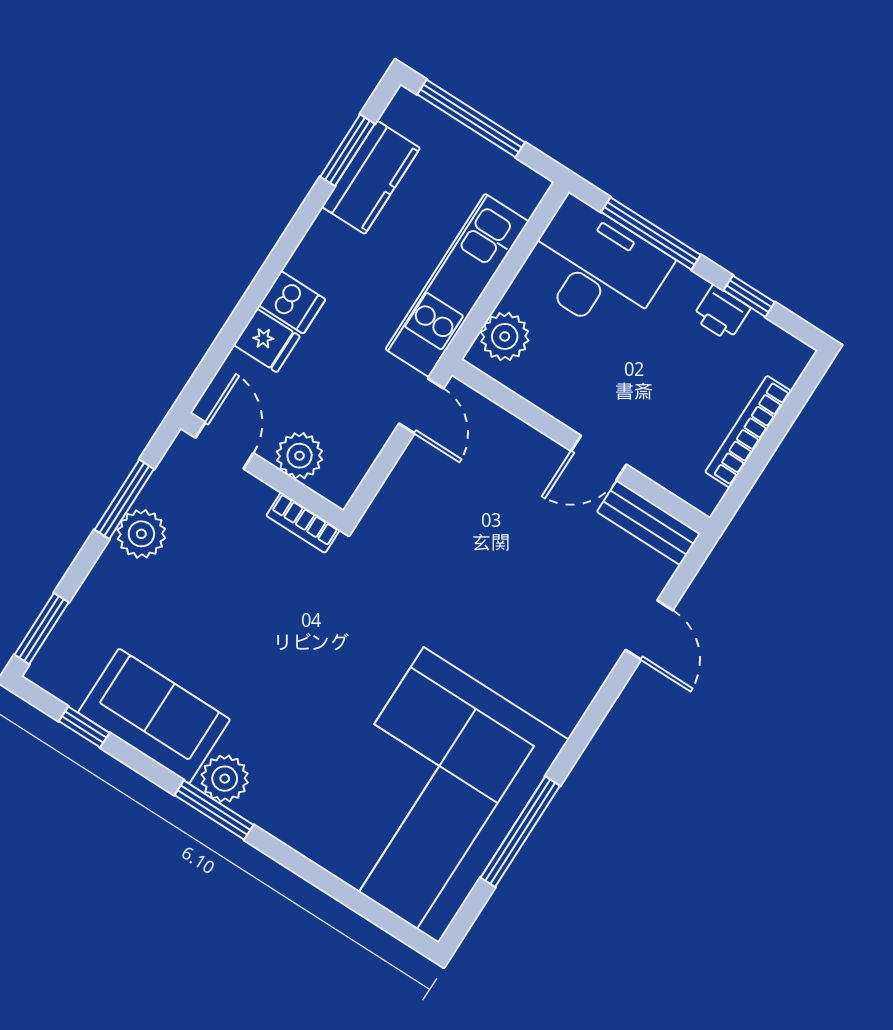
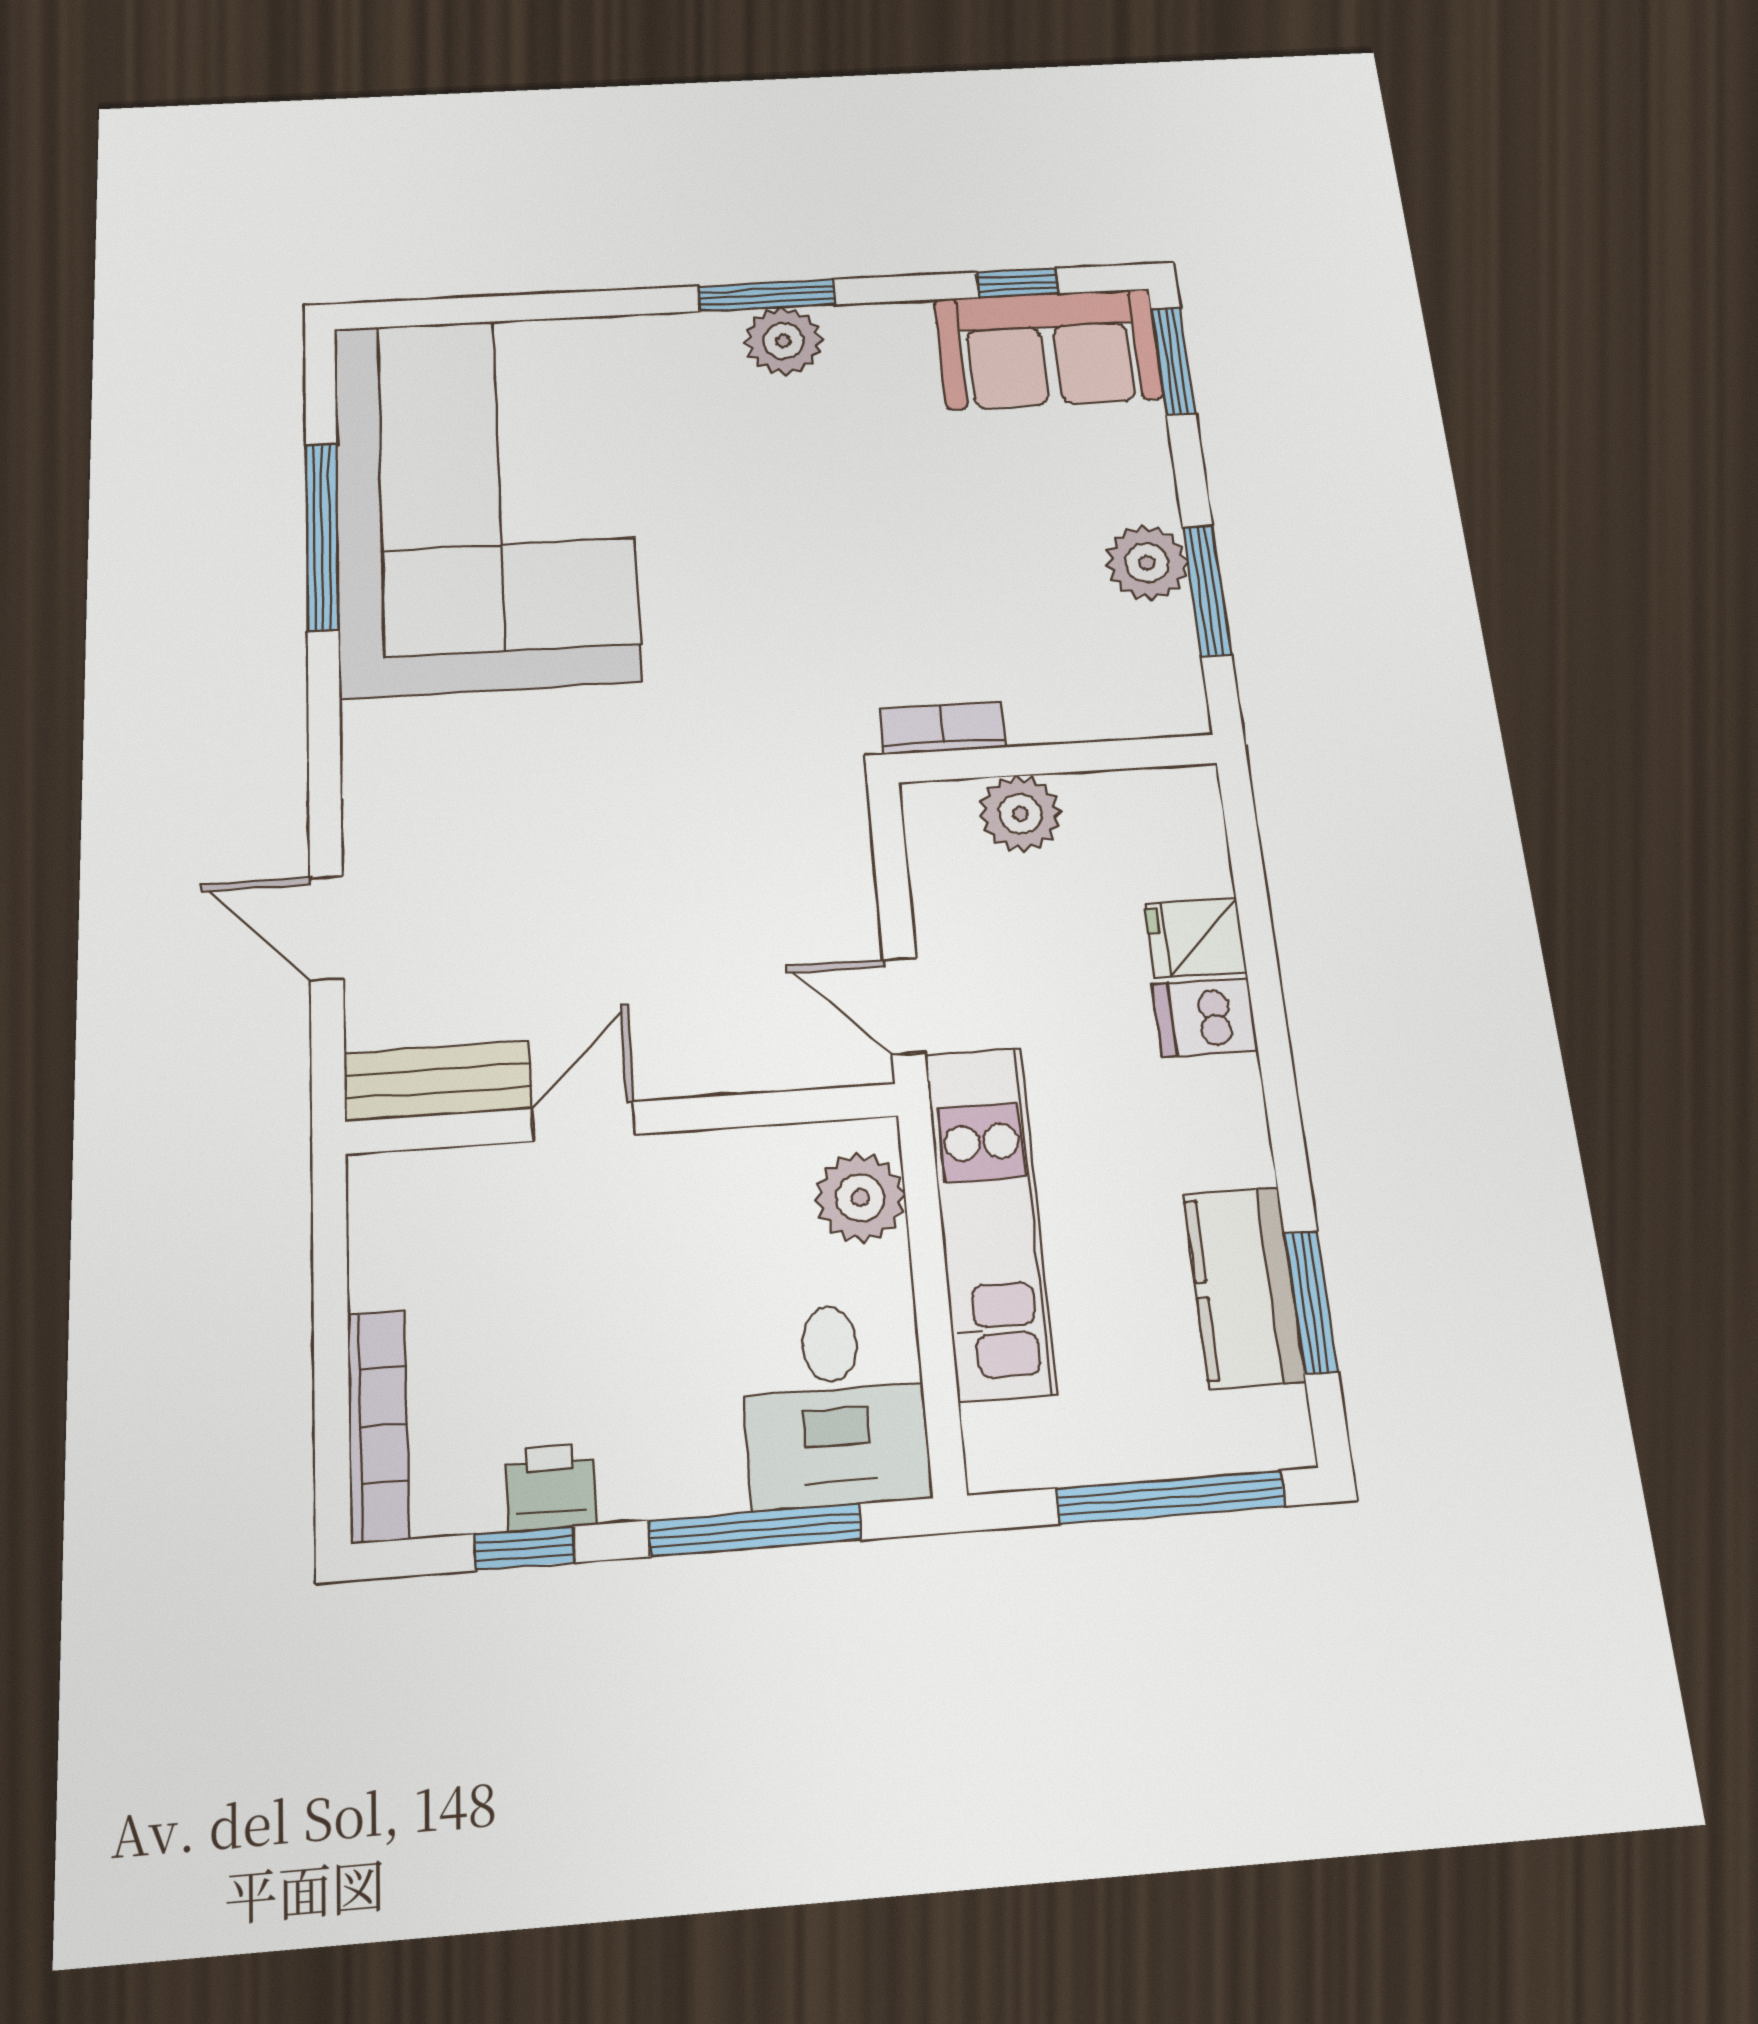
desk: (596, 268) -> (835, 1405), width x0.73
bookcase: (748, 432) -> (378, 1425), moved
door: (224, 445) -> (1134, 754), removed
sofa: (154, 716) -> (1049, 349), moved

